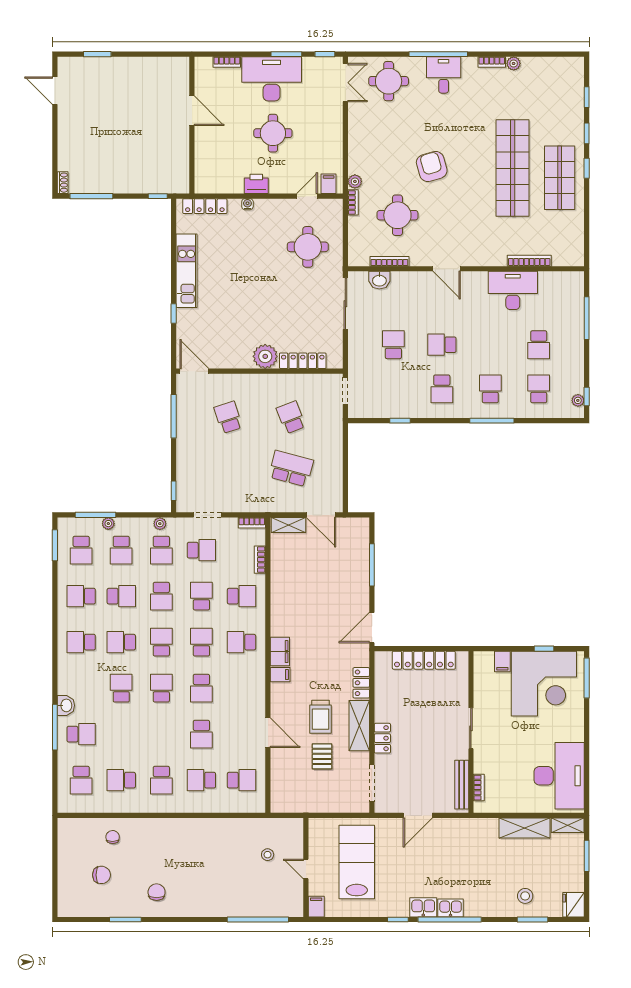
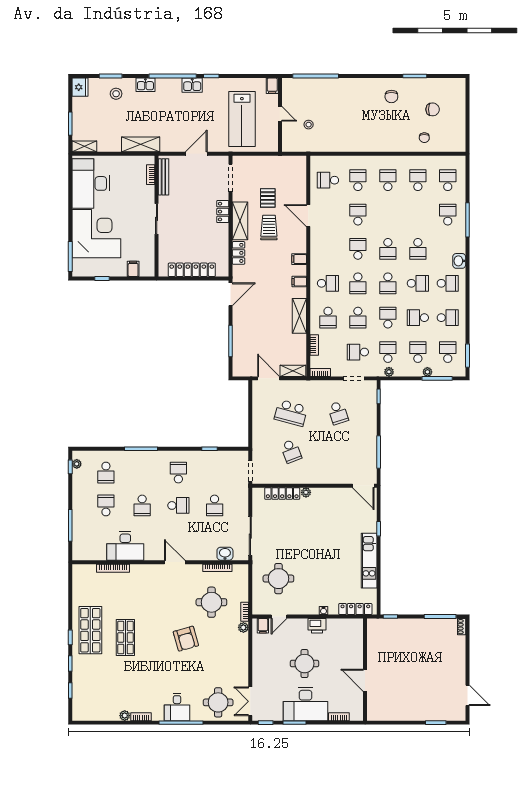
shop shelf: (513, 168) -> (125, 637), width x0.50, depth x0.74
plant: (265, 356) -> (306, 492), width x0.53, depth x0.53
school desk: (490, 389) -> (142, 505), moved
school desk: (228, 417) -> (338, 413), moved
school desk: (241, 596) -> (328, 318), turned -90
shelving: (280, 599) -> (299, 316), added
filing cabinet: (280, 652) -> (299, 282), width x0.50
corner desk: (544, 684) -> (96, 234), moved, turned 90
washbasin: (66, 705) -> (459, 261), moved
school desk: (81, 734) -> (448, 215), turned 90
school desk: (121, 780) -> (418, 180), turned -90
school desk: (201, 780) -> (358, 180), turned -90
shelving: (525, 828) -> (141, 144), moved
chair: (102, 875) -> (433, 109), turned 180
kitchen sink: (451, 908) -> (145, 85), moved

